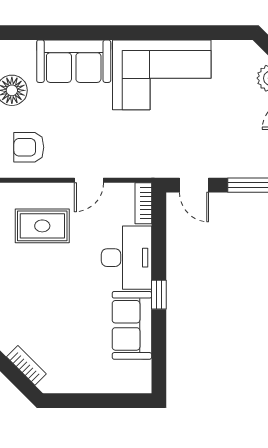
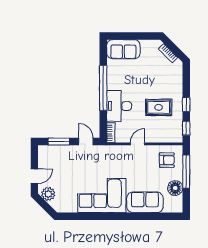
rug: (42, 226) -> (159, 107), moved
window: (159, 295) -> (103, 88), width x3.17
sofa: (132, 325) -> (123, 49), moved, turned 90

